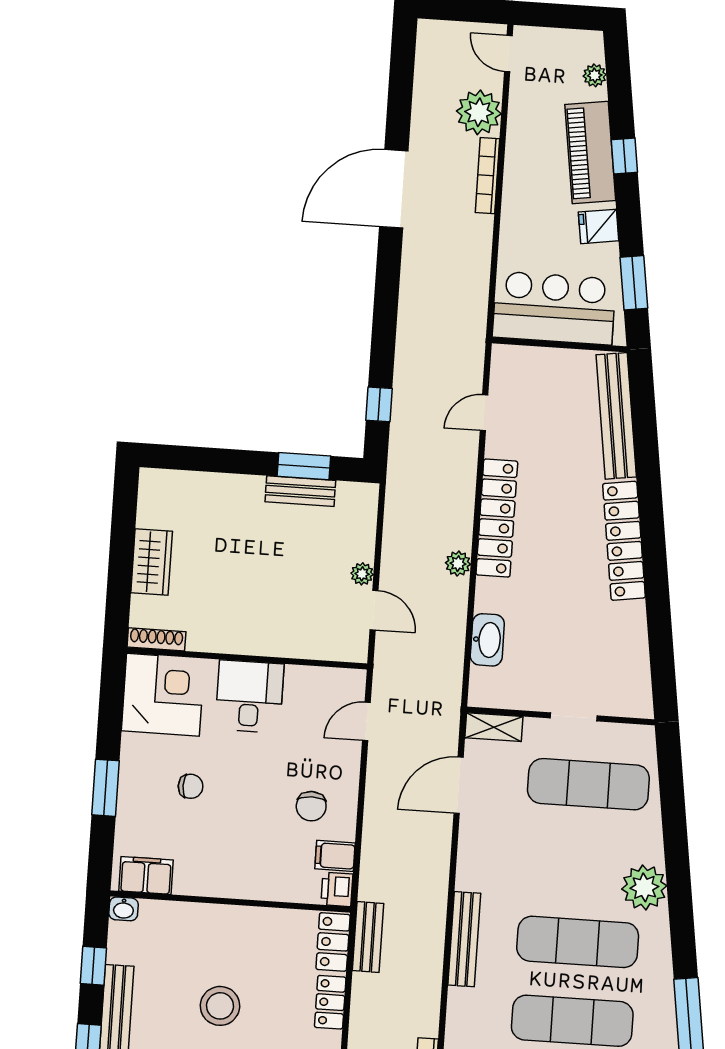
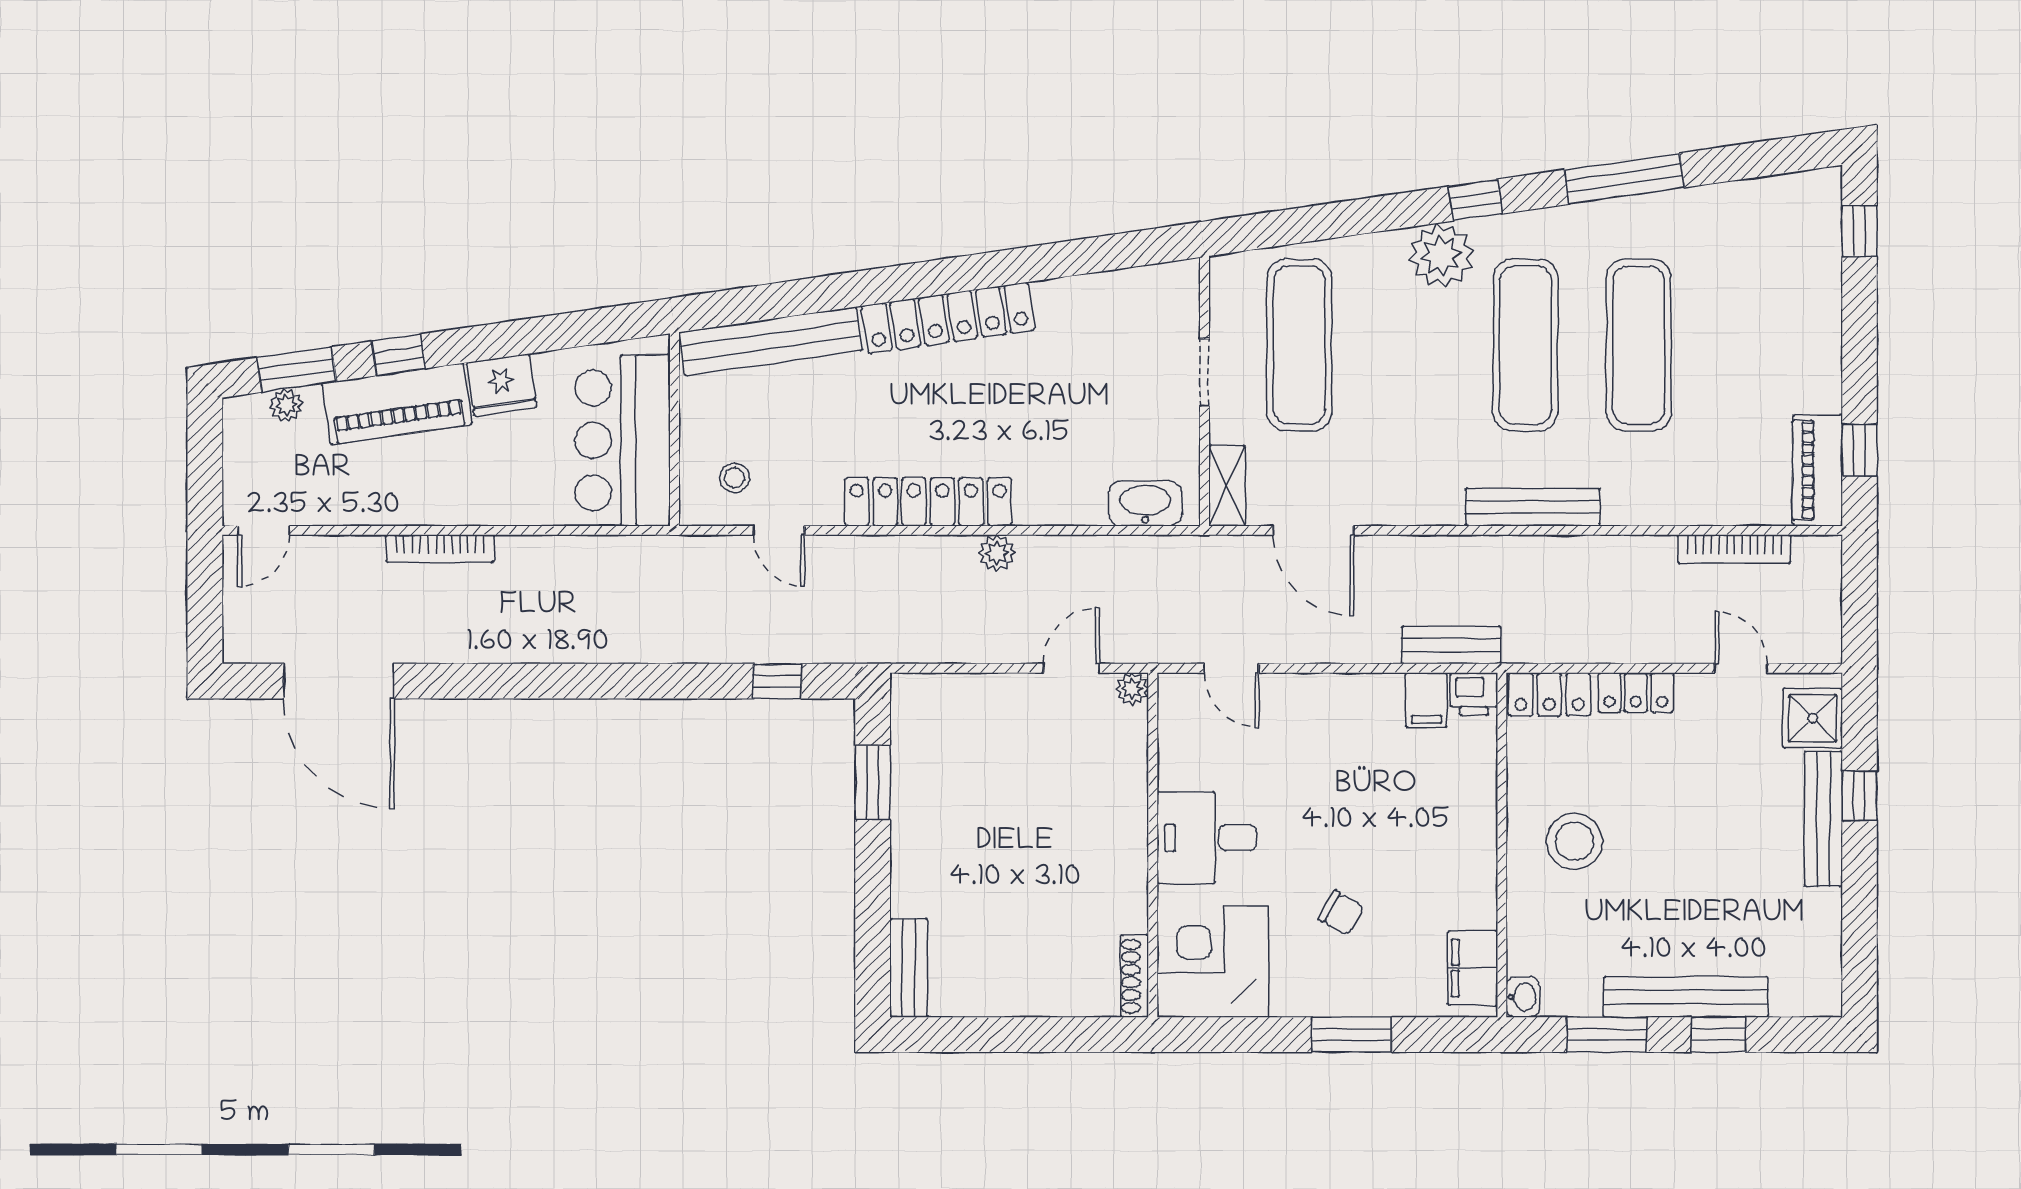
plant: (479, 112) -> (350, 567), removed
door: (394, 189) -> (339, 681), moved
fridge: (599, 226) -> (502, 385), width x1.38
window: (634, 283) -> (297, 369), moved
stool: (523, 384) -> (734, 478), added
bench: (300, 491) -> (909, 968), moved
wardrobe: (152, 562) -> (1024, 991), removed
plant: (362, 574) -> (1132, 689), moved
washbasin: (487, 640) -> (1145, 503), moved
chair: (191, 786) -> (1341, 913), turned 120
chair: (311, 806) -> (1358, 739), removed
window: (681, 914) -> (1475, 200), added
bench: (368, 937) -> (1451, 645), moved
window: (93, 966) -> (1607, 1035), width x1.50
stool: (220, 1006) -> (1574, 841), moved

